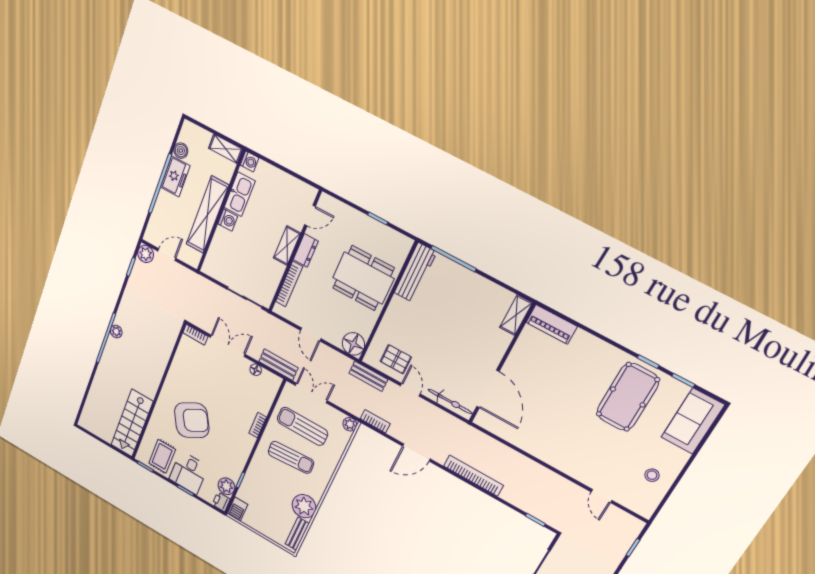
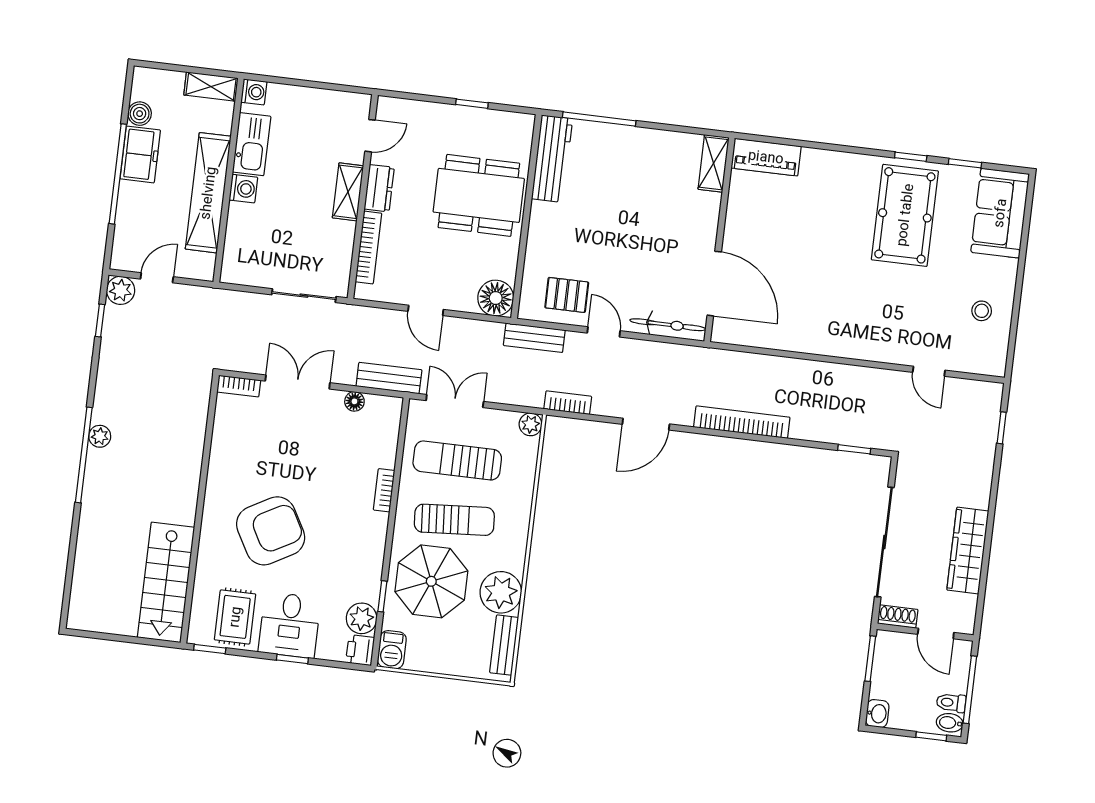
parasol: (269, 484) -> (431, 581), added

